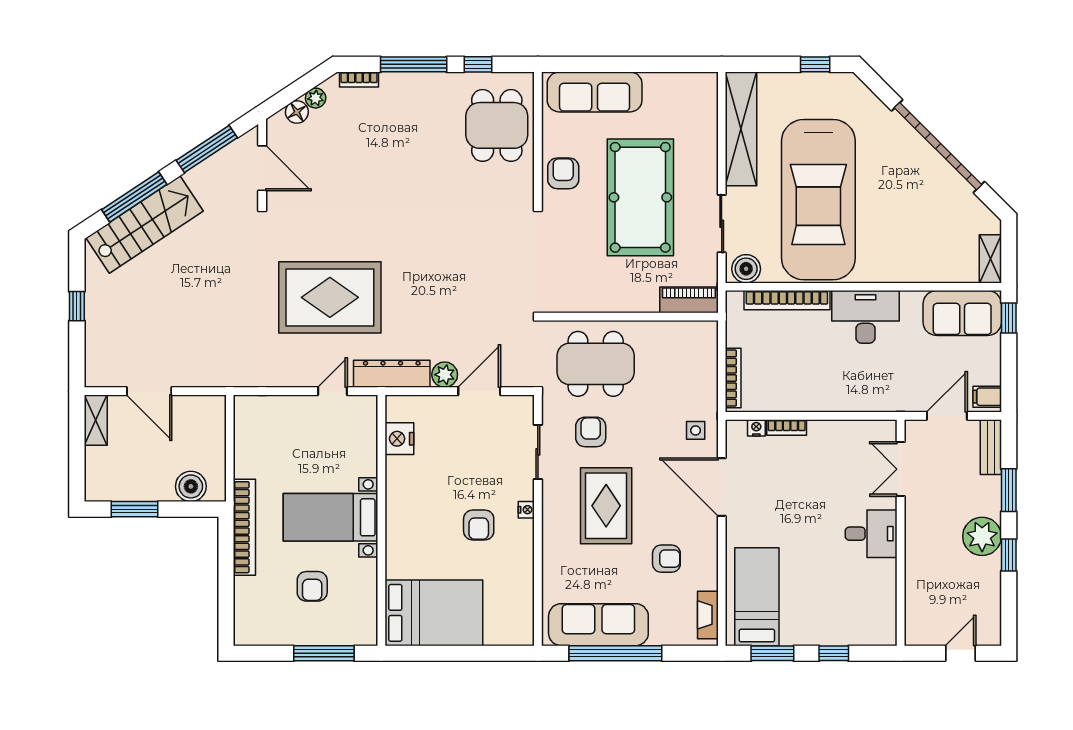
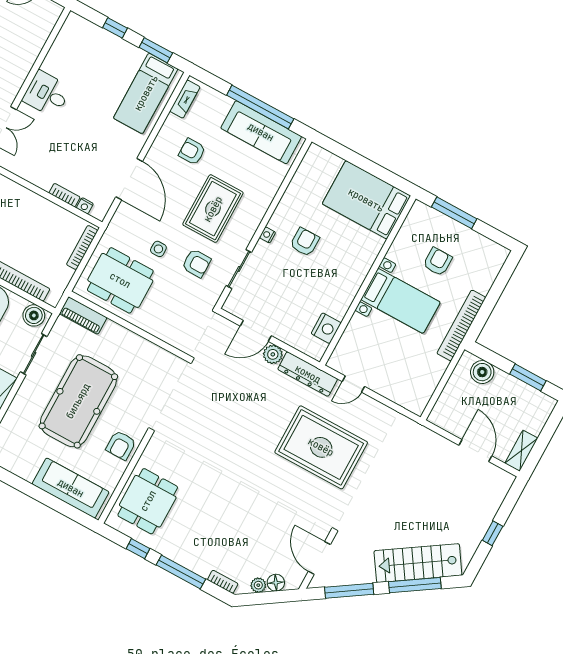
dining table: (596, 364) -> (120, 280), moved
side table: (696, 430) -> (158, 249), moved
armchair: (591, 432) -> (196, 263), turned -90

